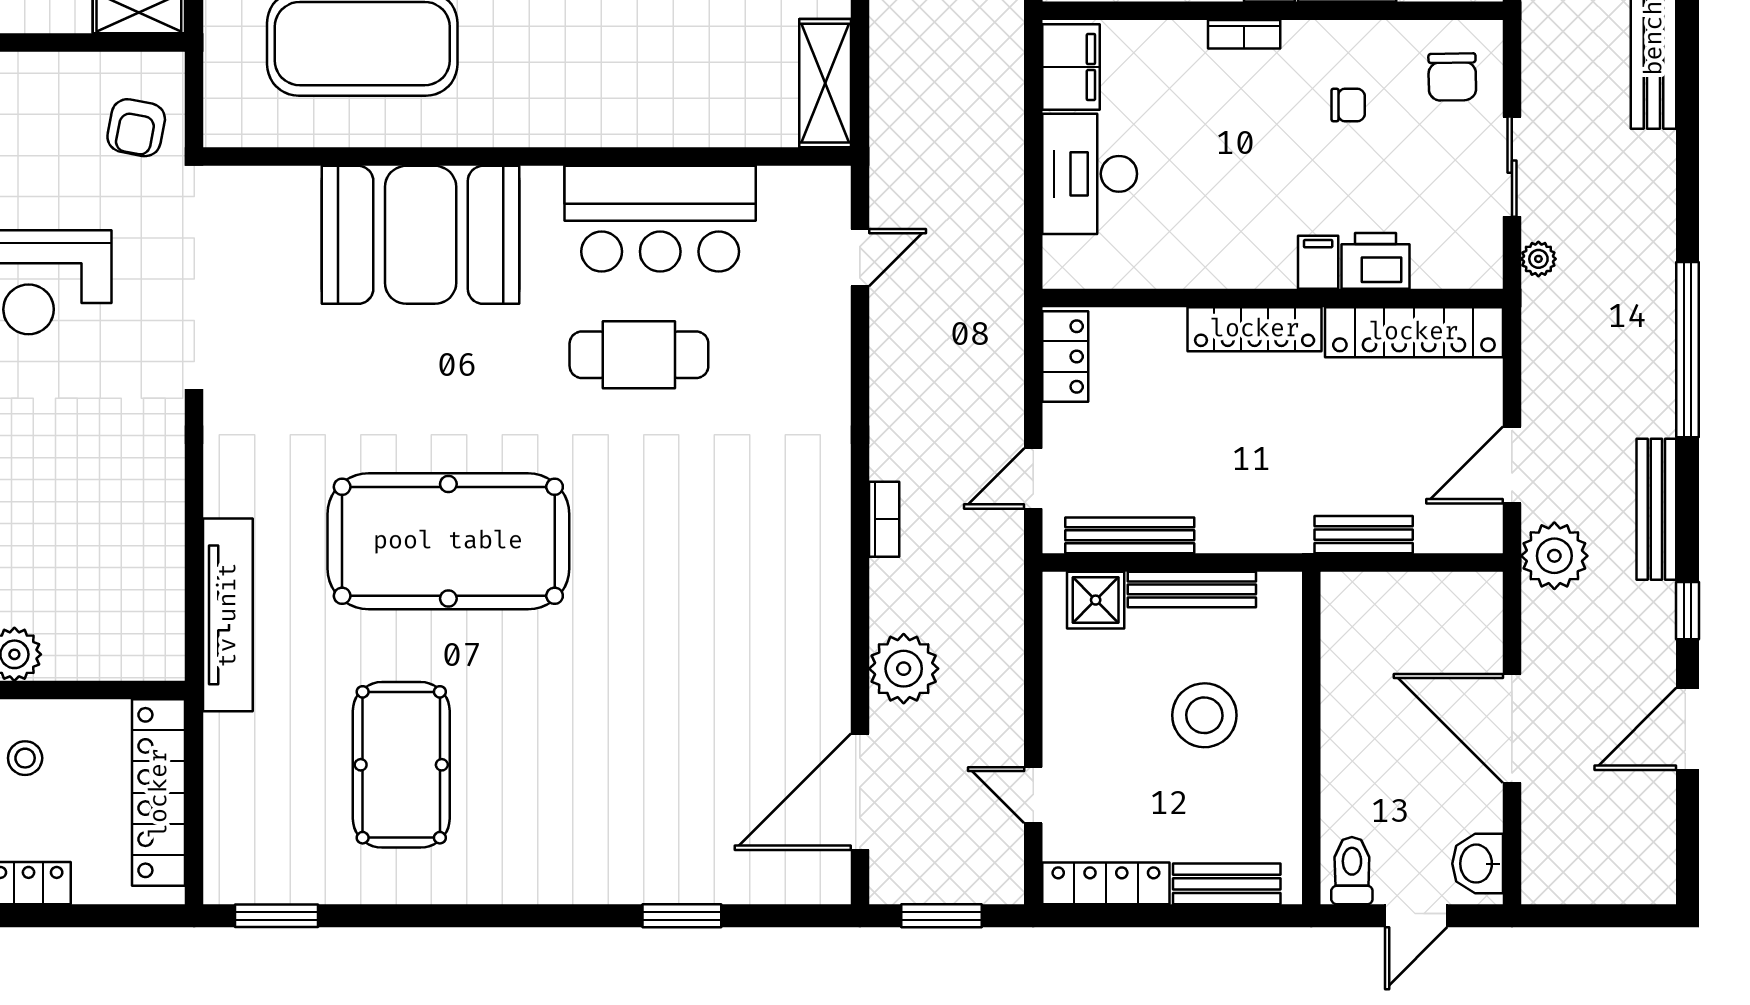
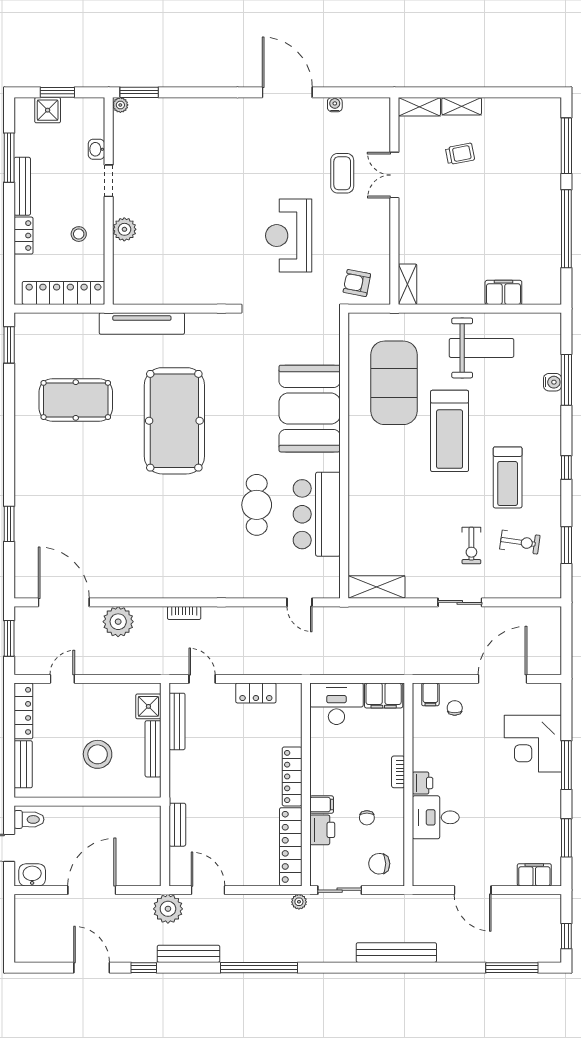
printer: (1376, 261) -> (322, 830), moved
filing cabinet: (1318, 262) -> (322, 805), moved
wall: (1273, 298) -> (306, 784), moved
locker: (1255, 329) -> (292, 776), moved
locker: (1414, 332) -> (291, 847), moved

